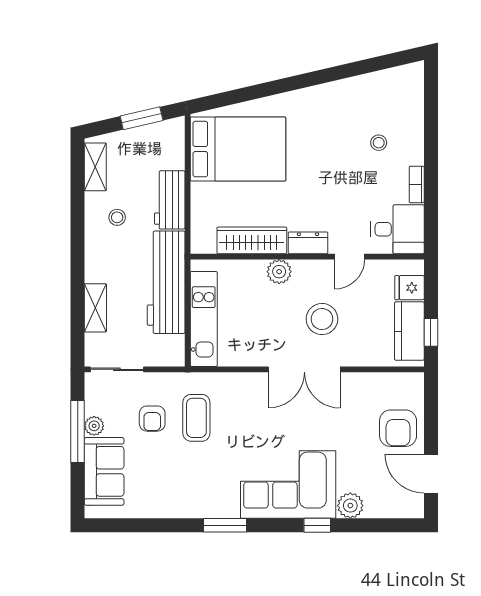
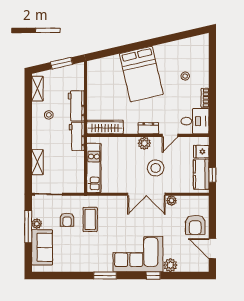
bed: (238, 149) -> (141, 74), moved, turned 77
wardrobe: (252, 240) -> (105, 127), moved
plant: (279, 272) -> (144, 143), moved
workbench: (166, 282) -> (77, 136), width x0.53, depth x0.76
plant: (352, 382) -> (171, 201), added

